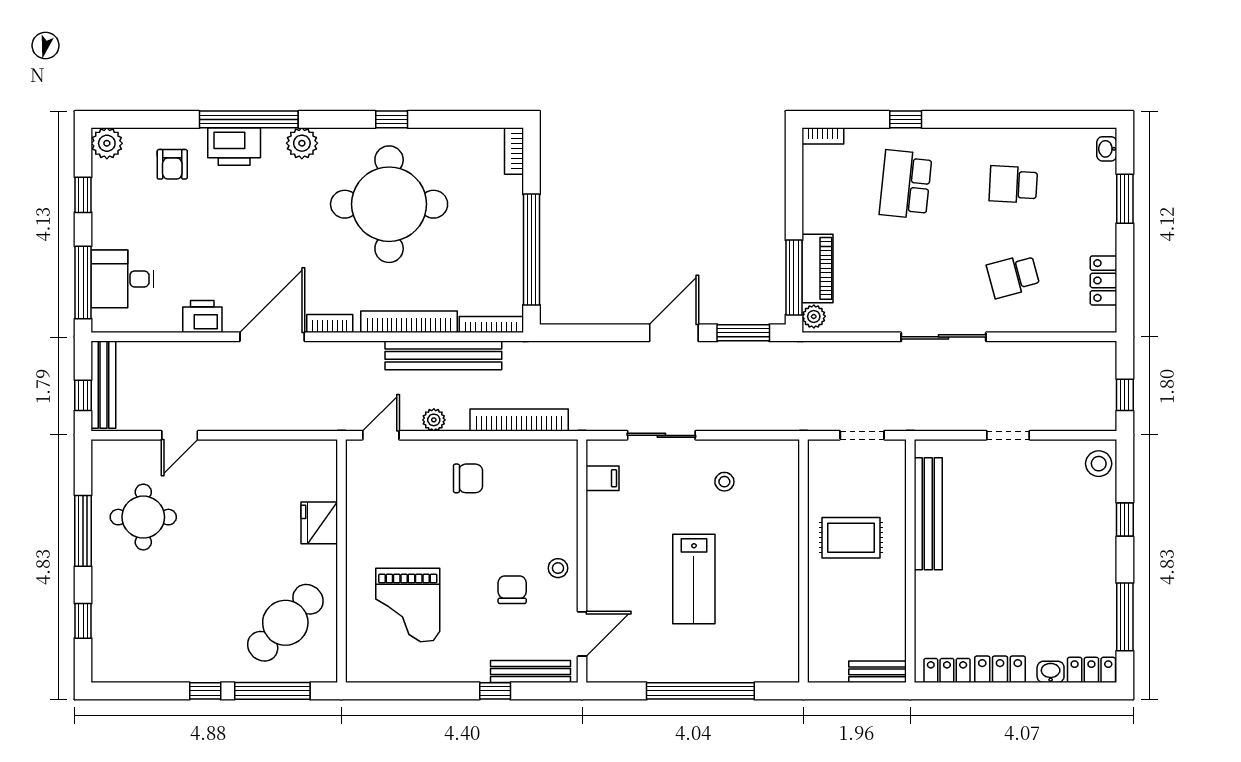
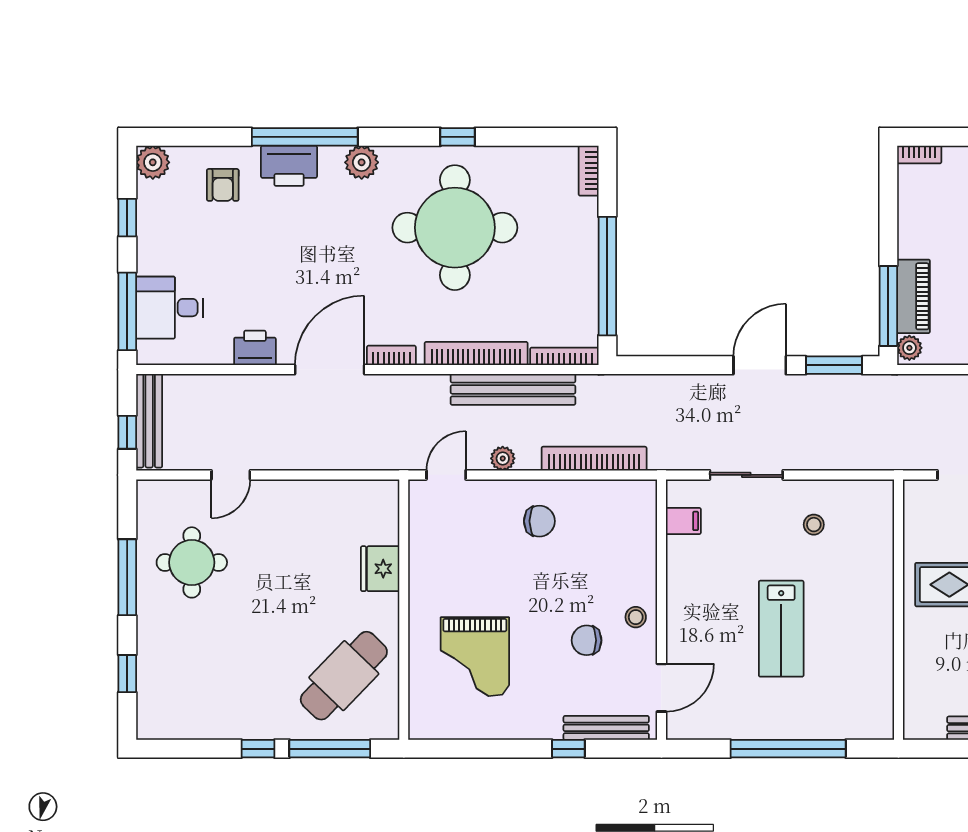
chair: (512, 590) -> (587, 640), turned -90

